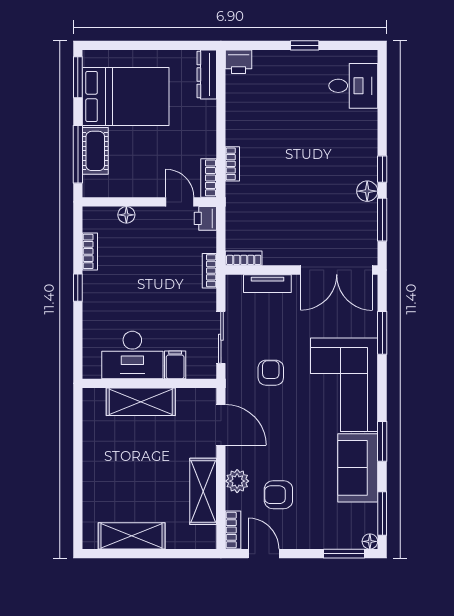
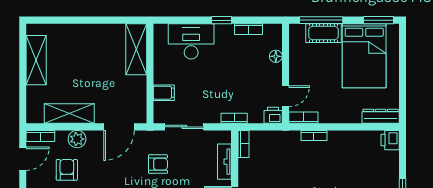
desk: (132, 355) -> (191, 41), moved, turned 90
shelving: (141, 402) -> (136, 49), moved

